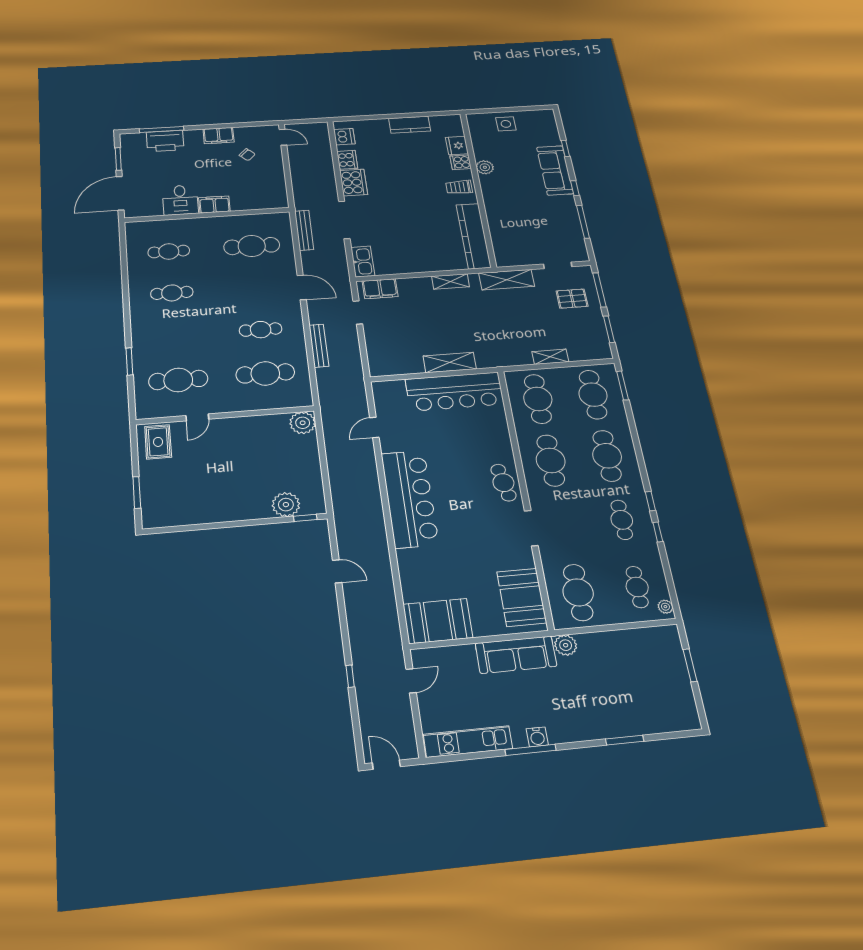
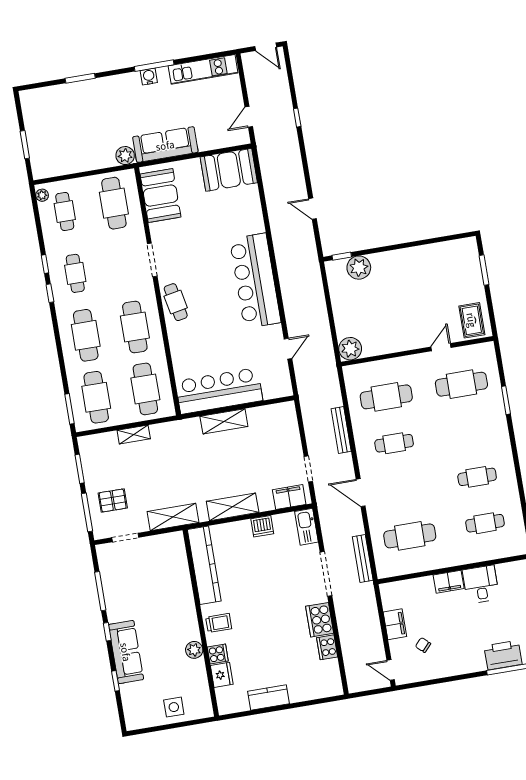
filing cabinet: (219, 136) -> (395, 624), moved, turned 90
dishwasher: (344, 137) -> (262, 526), moved, turned -90
shelving: (451, 281) -> (233, 507), width x1.50, depth x1.33

